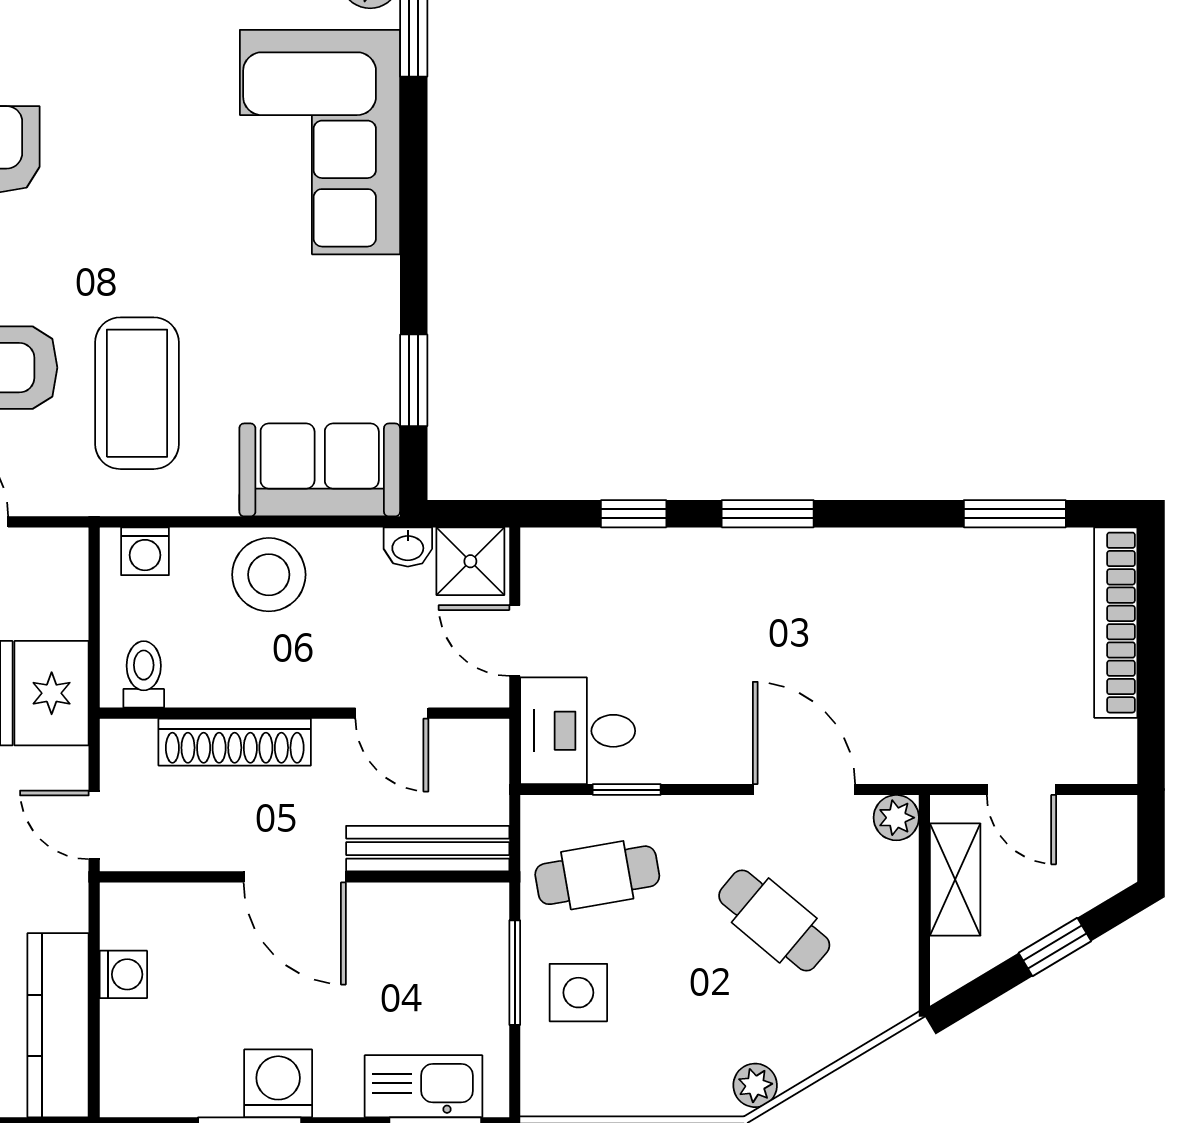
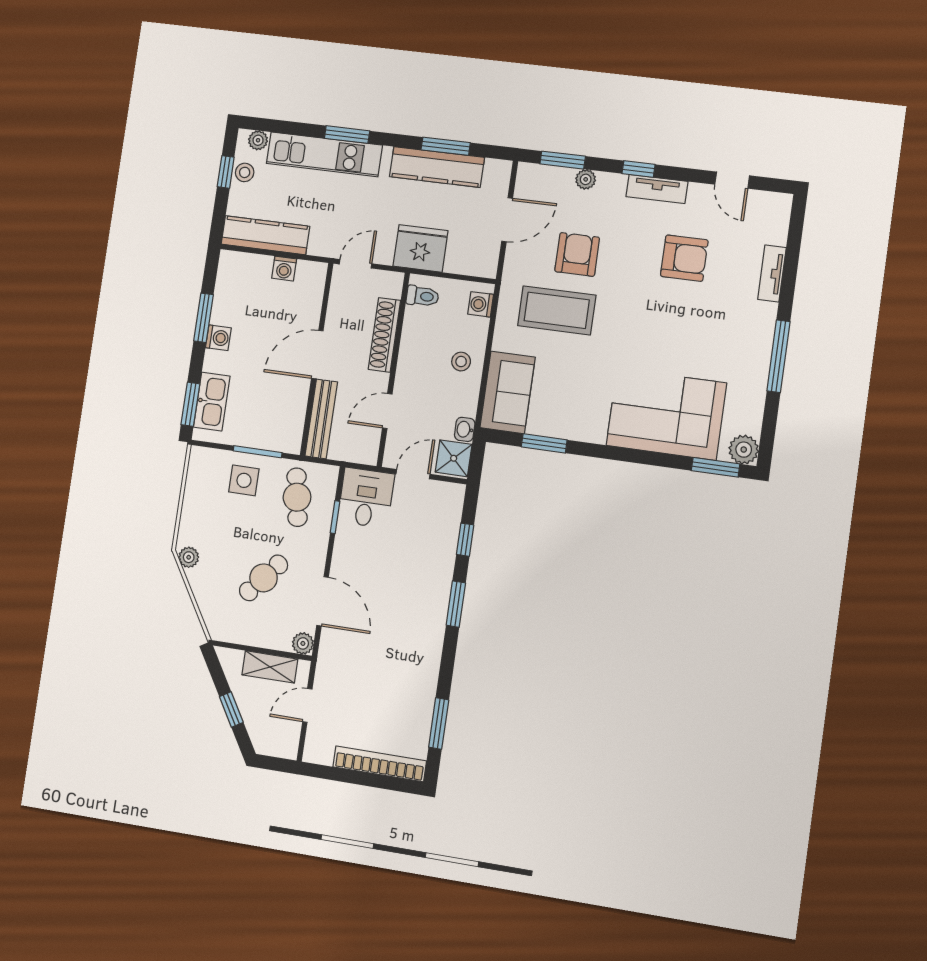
stool: (269, 575) -> (461, 362), width x0.53, depth x0.53
door: (804, 790) -> (323, 601), hinge flipped
washing machine: (278, 1083) -> (218, 338), width x0.73, depth x0.73

